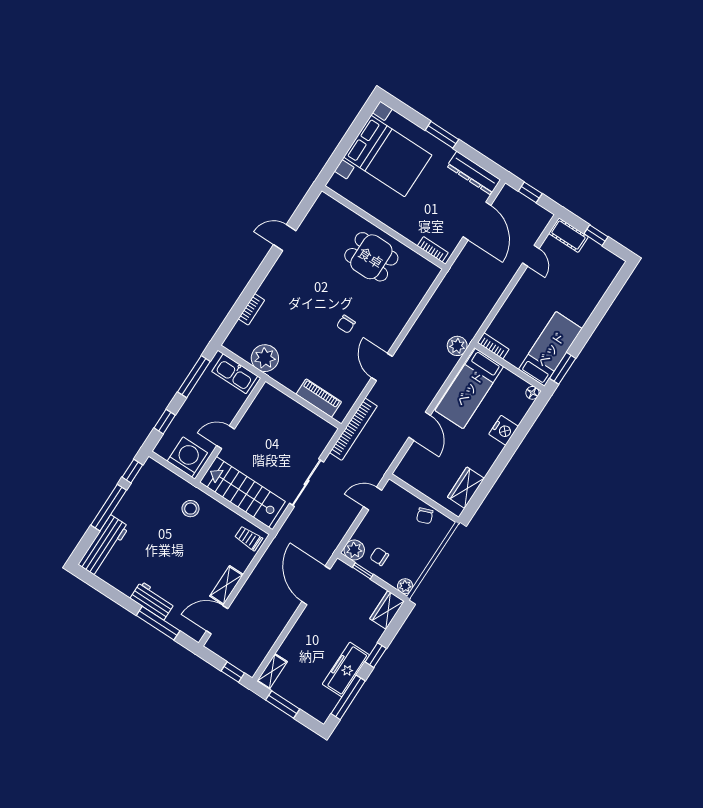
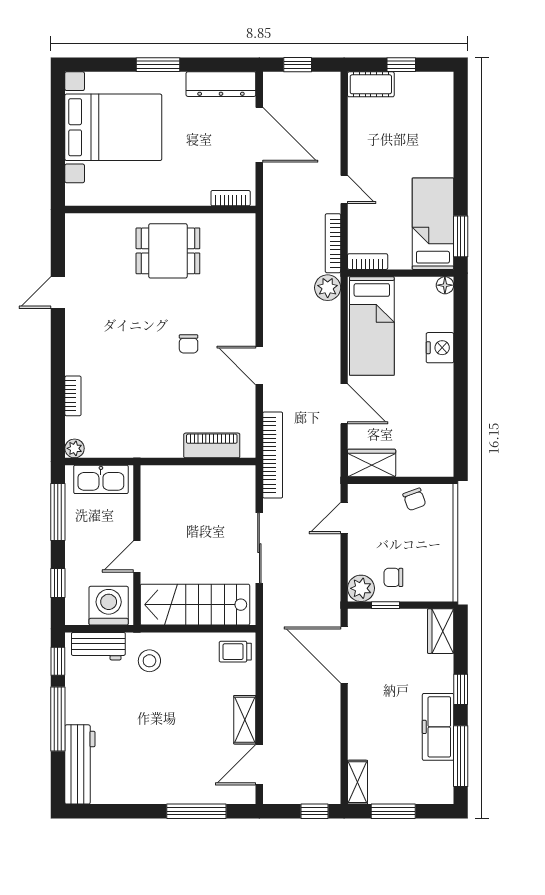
door: (531, 256) -> (344, 189), moved
bookcase: (479, 320) -> (333, 243), added
plant: (265, 358) -> (75, 448), moved, width x0.53, depth x0.53
wardrobe: (466, 488) -> (372, 463), moved, turned 90
plant: (405, 586) -> (444, 592), removed
workbench: (152, 601) -> (98, 646), moved, turned 180

